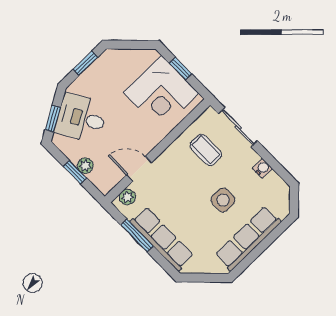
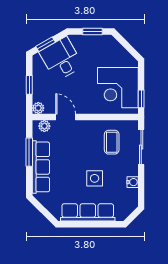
window: (180, 69) -> (141, 99), moved
plant: (85, 166) -> (38, 108), moved

